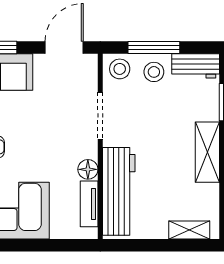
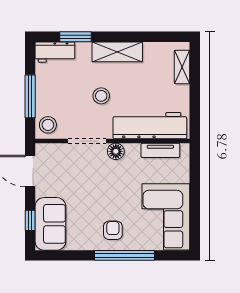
workbench: (196, 66) -> (55, 52), moved, turned 90
stool: (154, 72) -> (101, 96), moved
floor lamp: (88, 169) -> (116, 151), moved

